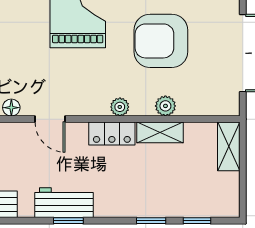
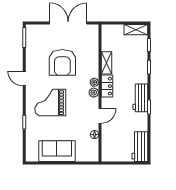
plant: (165, 106) -> (94, 93), moved
shelving: (229, 146) -> (136, 30), moved
workbench: (64, 203) -> (140, 98), moved

